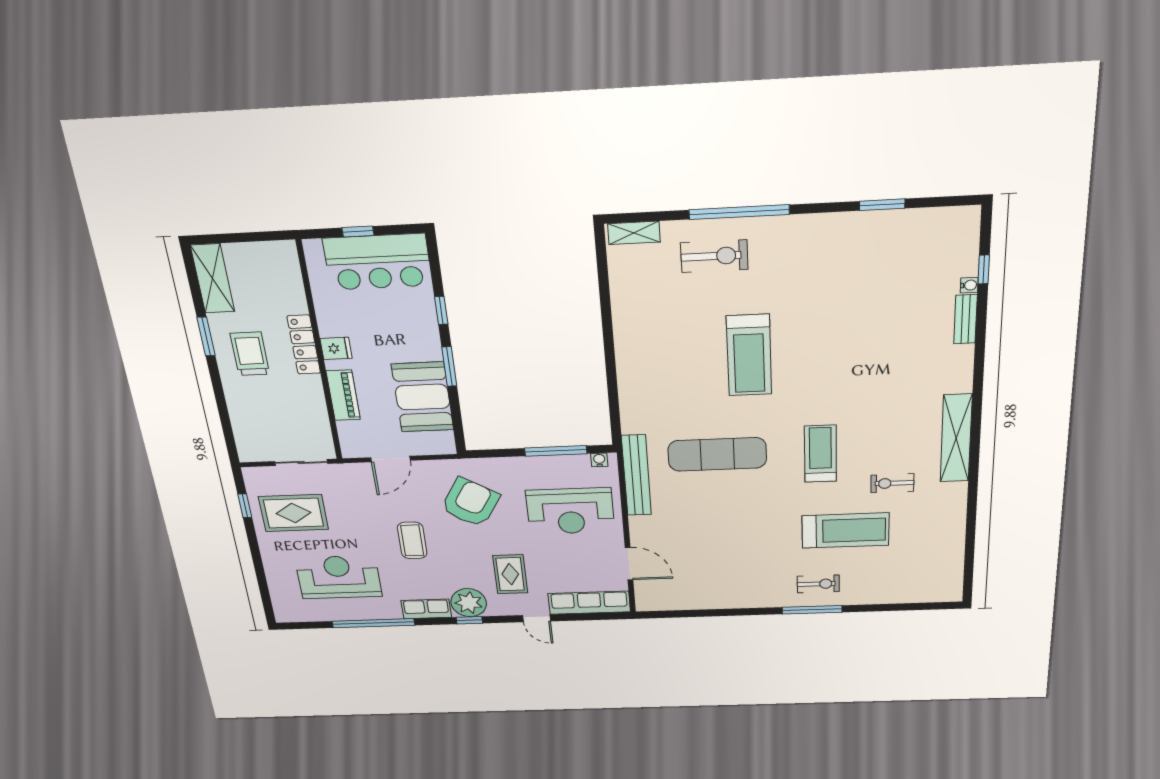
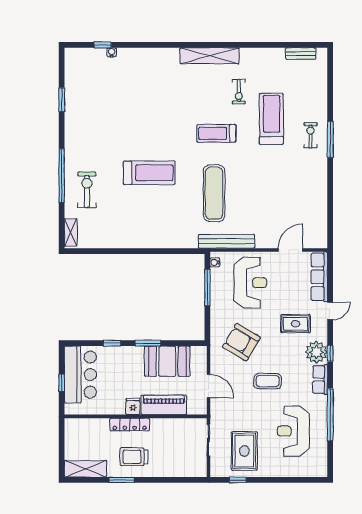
bench: (965, 319) -> (301, 54), moved
piano: (343, 395) -> (164, 405), width x1.37, depth x1.33

